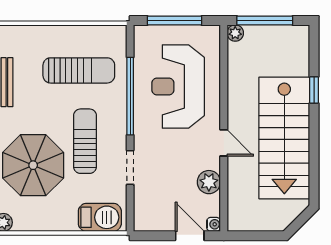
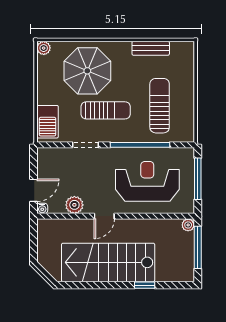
sun lounger: (79, 70) -> (160, 106), turned 180

